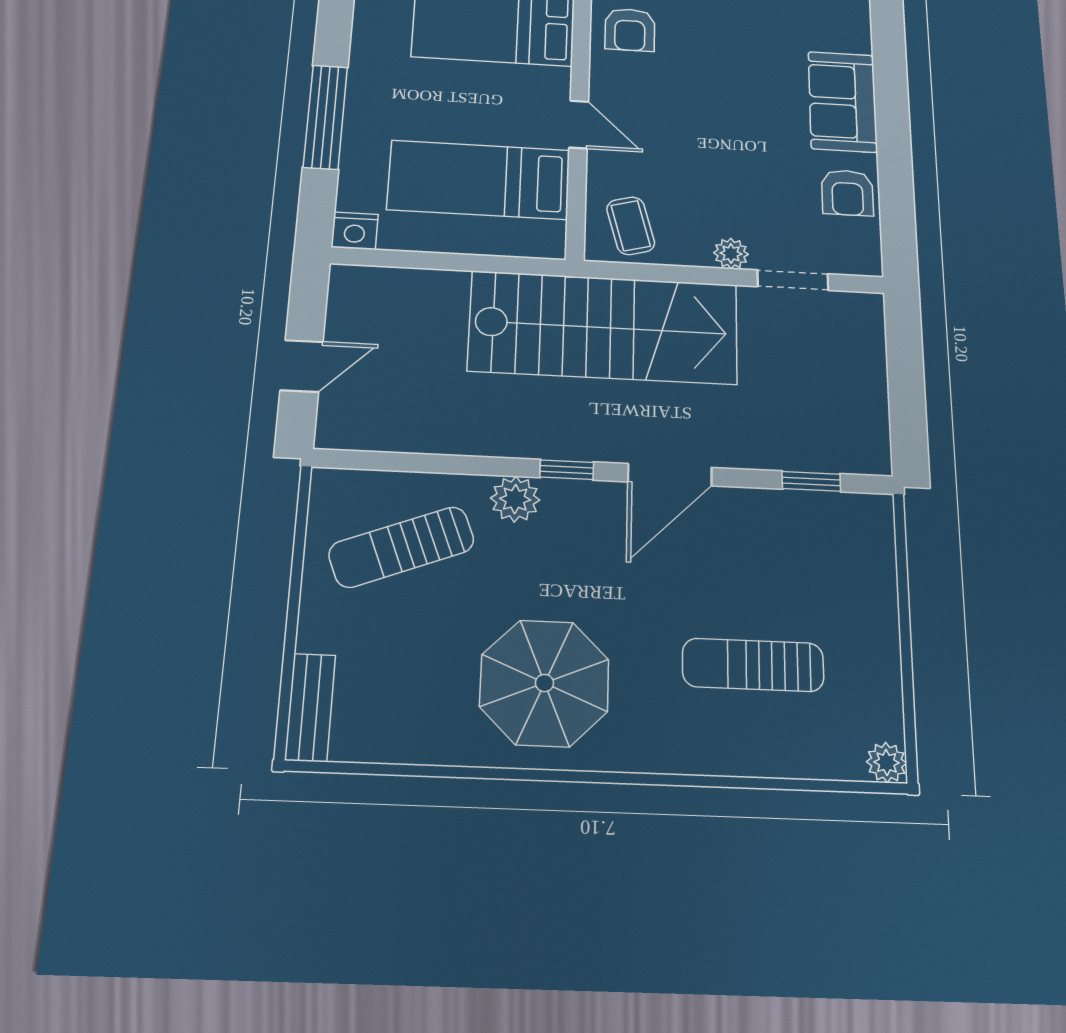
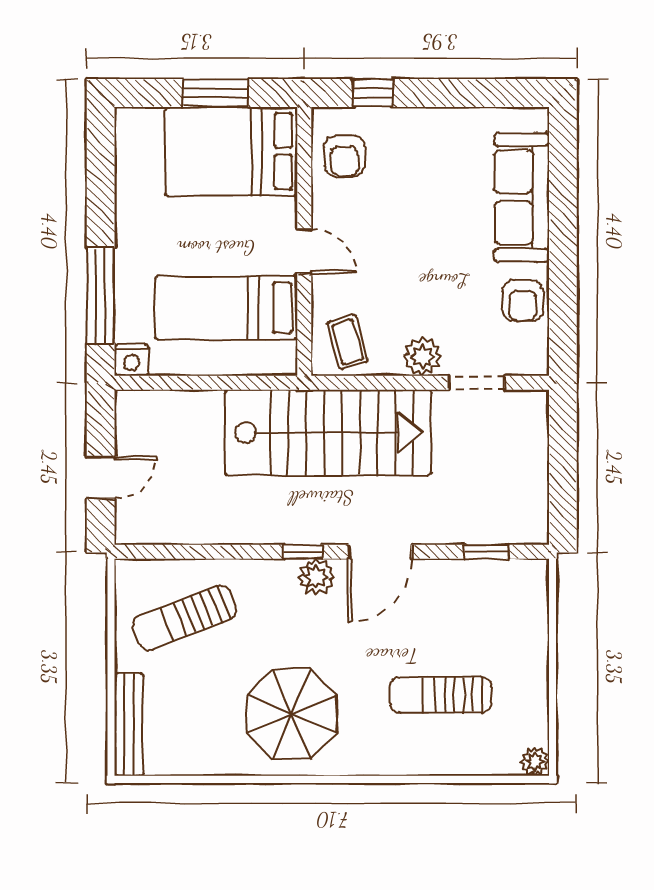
sofa: (843, 102) -> (522, 197), width x1.36
window: (325, 117) -> (101, 296), moved
plant: (731, 253) -> (422, 357), width x1.38, depth x1.38
plant: (515, 499) -> (316, 577), moved
bench: (310, 707) -> (129, 724), width x1.36

